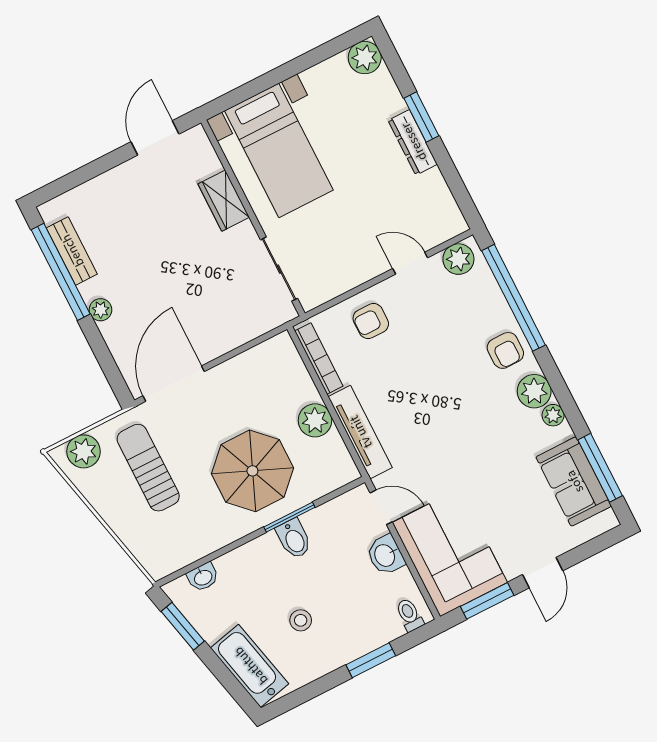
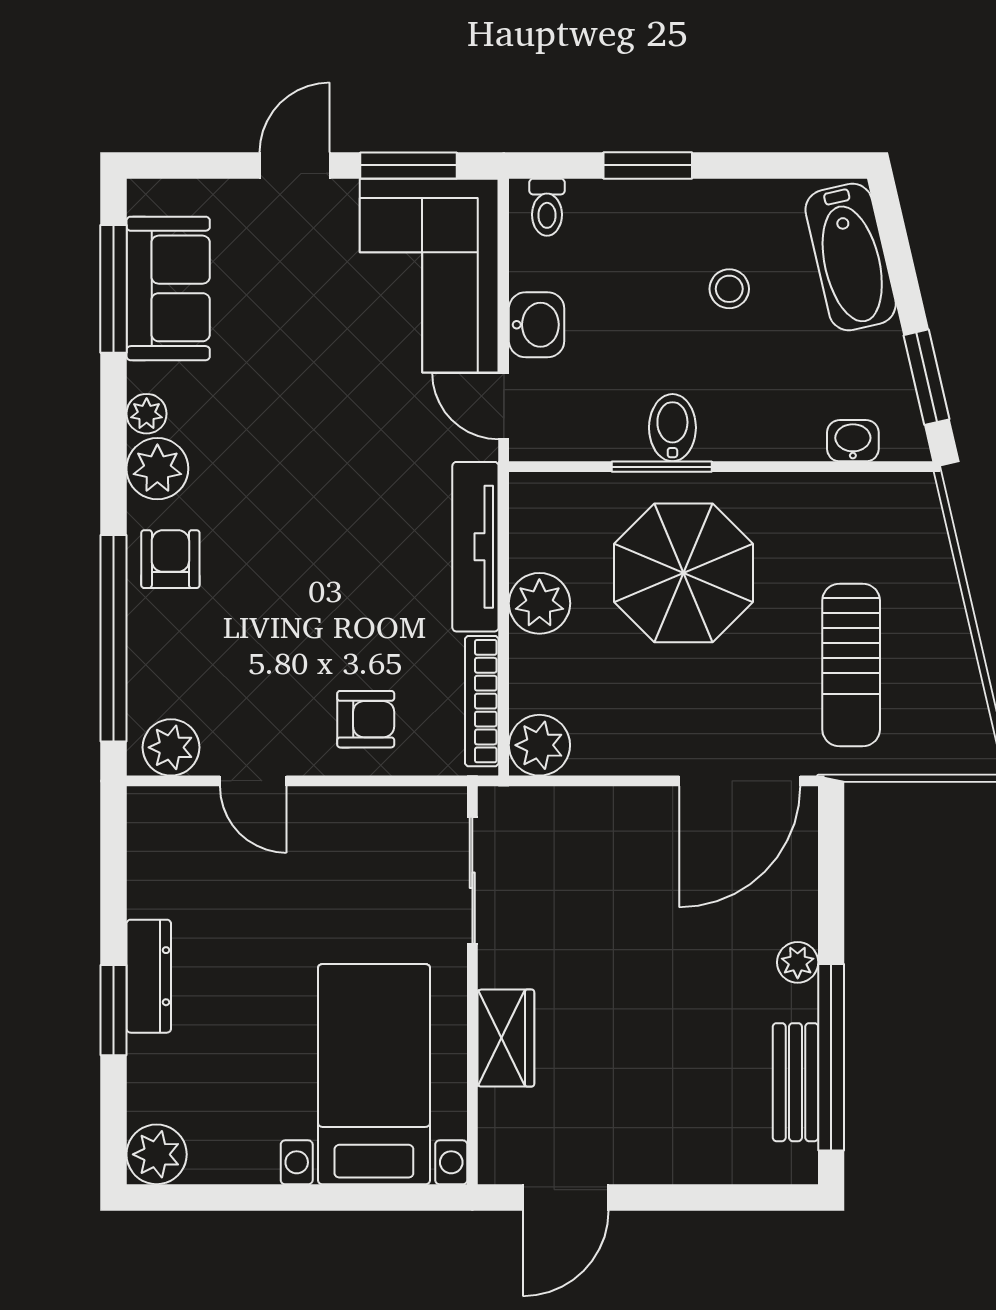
plant: (84, 451) -> (539, 745), moved

